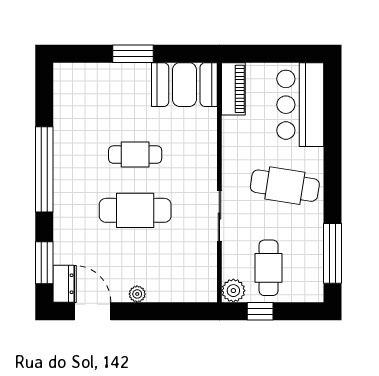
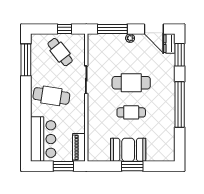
window: (262, 54) -> (63, 166), added
booth: (184, 85) -> (128, 150), moved
cafe table: (269, 268) -> (60, 52), turned -38
plant: (233, 291) -> (79, 40), removed
window: (170, 311) -> (112, 29), added

